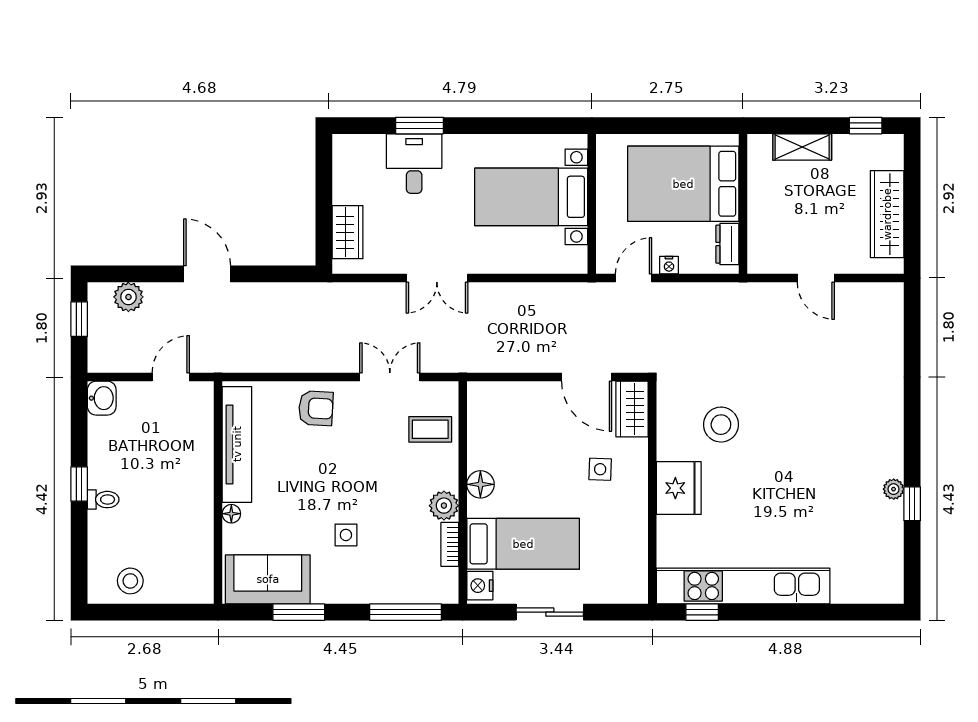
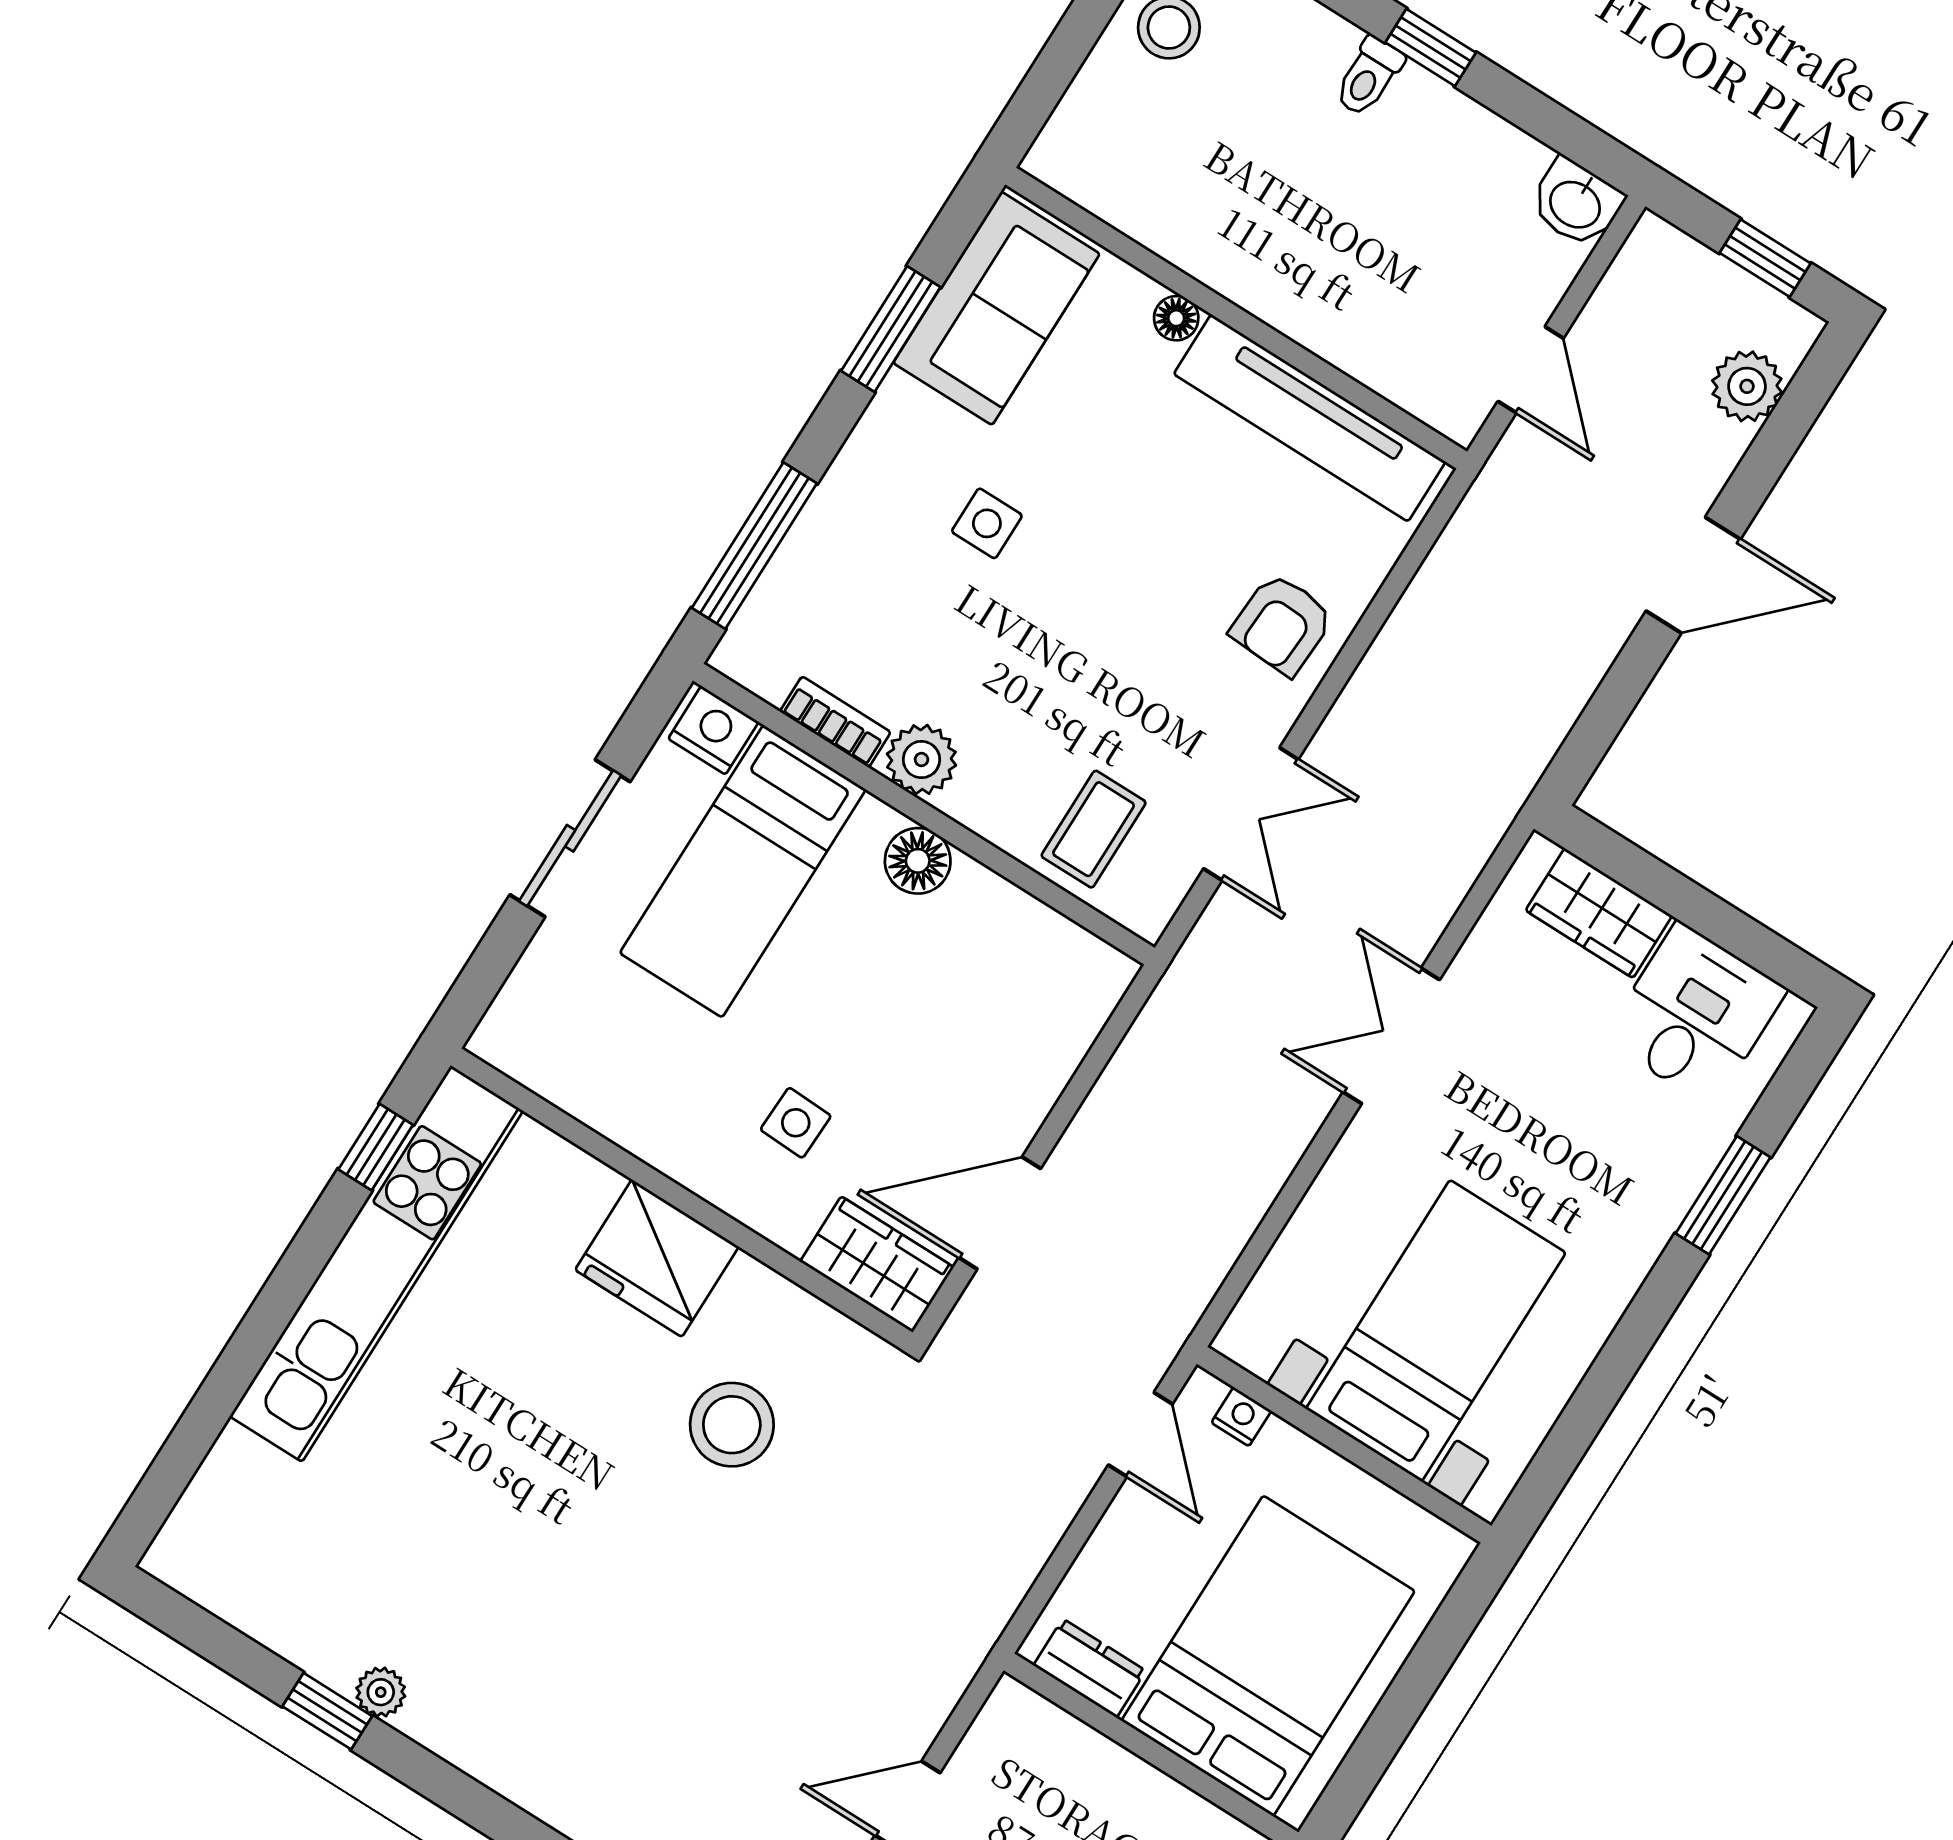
desk: (414, 164) -> (1695, 1014), moved, turned -90
nightstand: (669, 265) -> (1241, 1417), moved, turned 90

